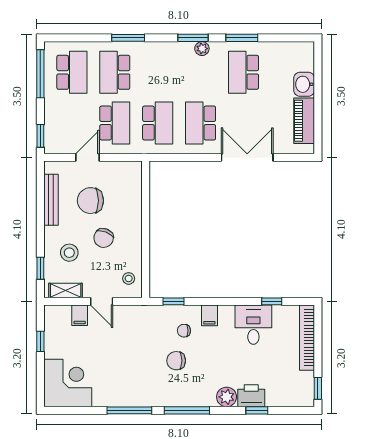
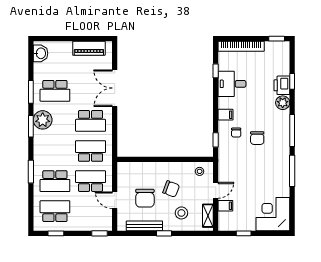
plant: (202, 49) -> (43, 120), width x1.88, depth x1.88
window: (40, 74) -> (56, 233), width x0.46
washbasin: (304, 84) -> (41, 53), moved, turned -90
window: (40, 268) -> (164, 233), moved

